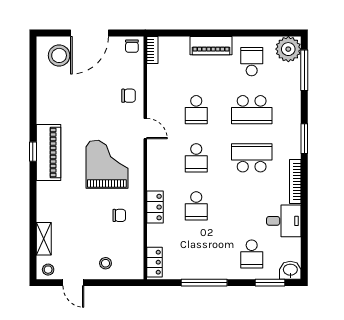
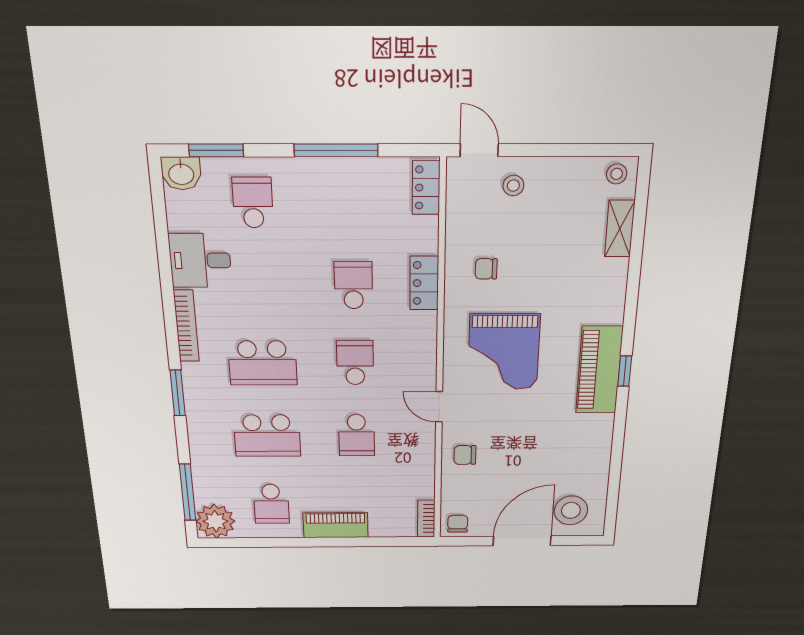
school desk: (196, 110) -> (357, 435), turned 180
school desk: (252, 110) -> (267, 436), turned 180
door: (73, 283) -> (479, 150), moved

